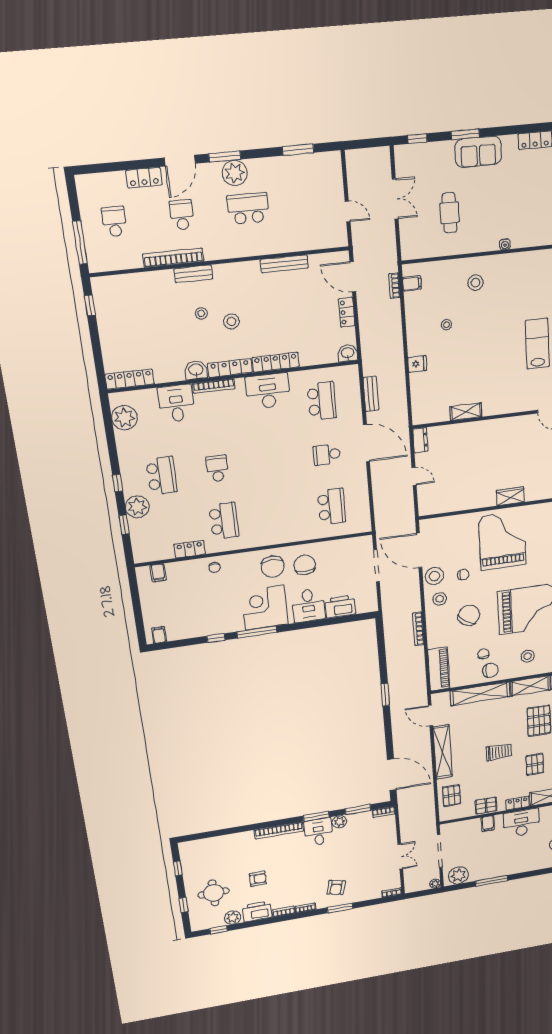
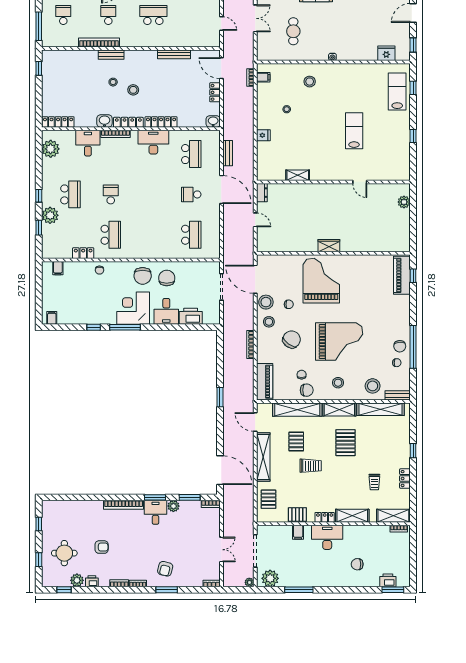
pallet: (535, 764) -> (296, 442), moved
printer: (257, 911) -> (92, 581), width x0.53, depth x0.68

